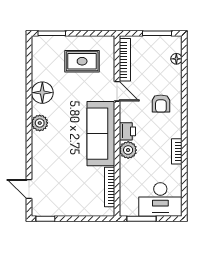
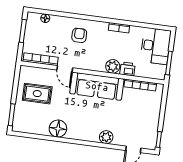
rug: (82, 61) -> (37, 94), turned 90
door: (117, 91) -> (65, 69), swing flipped
armchair: (161, 104) -> (79, 35), turned -90
plant: (40, 123) -> (106, 137), moved
printer: (127, 131) -> (127, 69), moved

